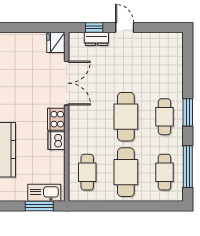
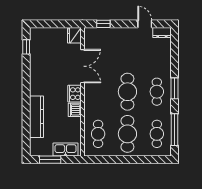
door: (125, 27) -> (145, 24), moved
dresser: (96, 39) -> (162, 32), moved
window: (39, 206) -> (50, 160), moved

